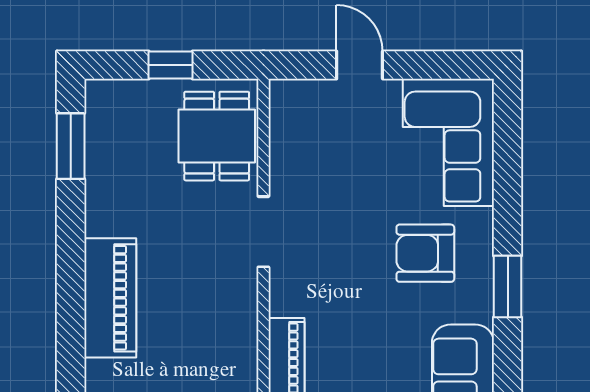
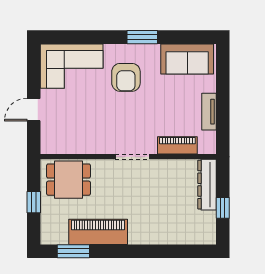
doorway: (263, 232) -> (132, 157), moved
piano: (110, 298) -> (98, 232), moved

